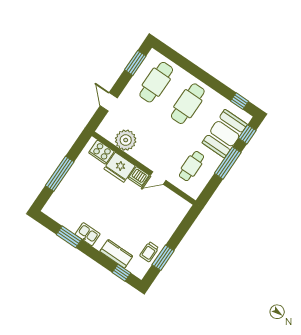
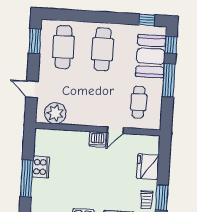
plant: (126, 140) -> (55, 113), moved
cooker: (101, 152) -> (41, 167), moved, turned -90
fridge: (120, 167) -> (148, 167), moved, turned 90

